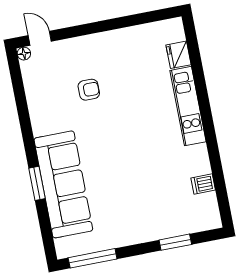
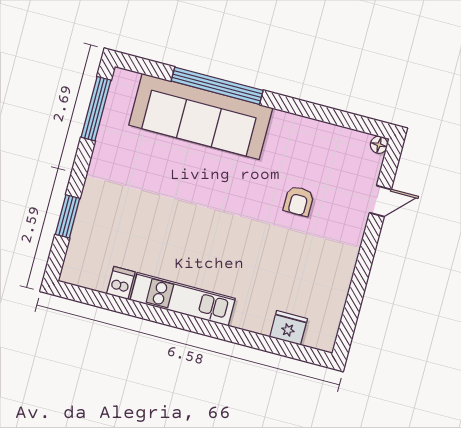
door: (40, 38) -> (380, 201), moved
kitchen unit: (188, 106) -> (183, 299), moved
window: (37, 183) -> (217, 86), width x2.11

